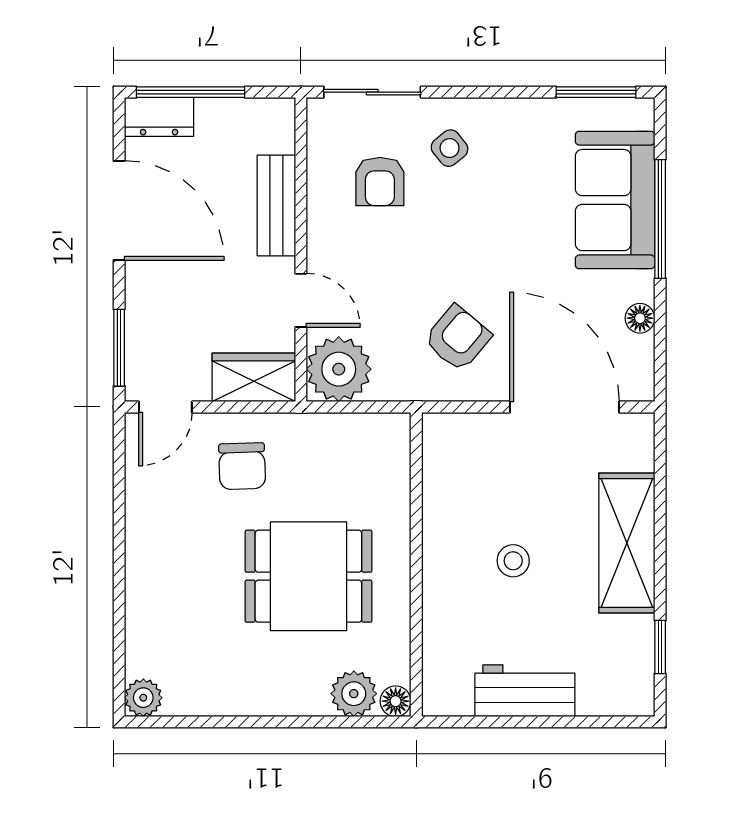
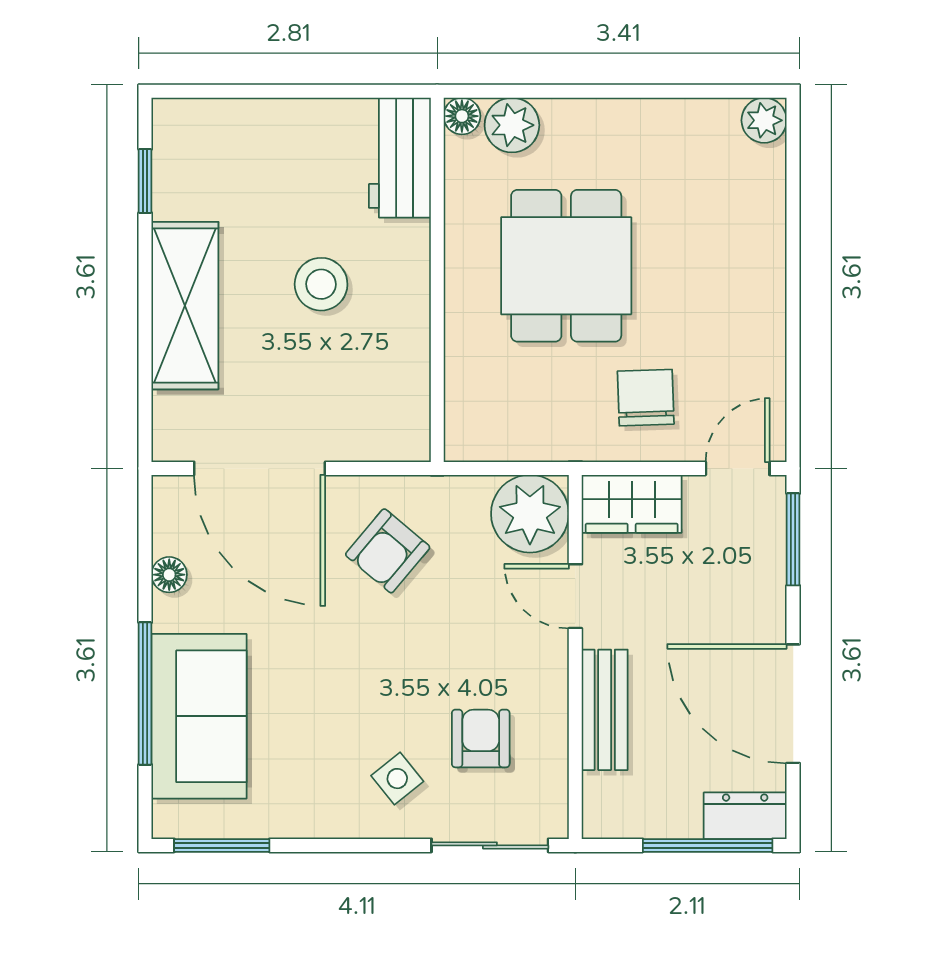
stool: (513, 561) -> (321, 284), width x1.37, depth x1.37
dining table: (308, 576) -> (566, 266), turned 90
workbench: (525, 691) -> (400, 158), moved, turned 90

